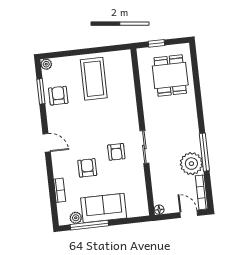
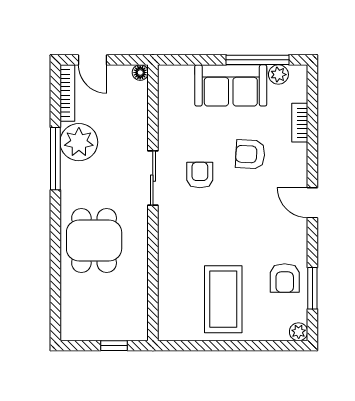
dining table: (170, 75) -> (94, 240), moved
armchair: (87, 168) -> (250, 154), turned 93

